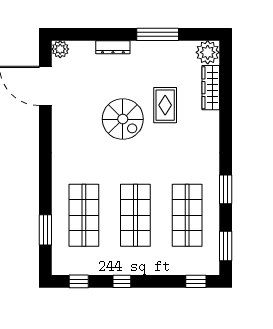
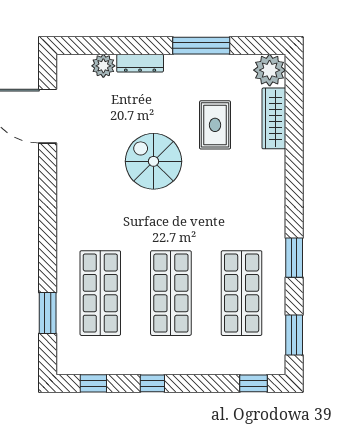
plant: (60, 49) -> (103, 66), moved
rug: (165, 105) -> (215, 125), moved
spiral stairs: (123, 119) -> (153, 161), turned 180

